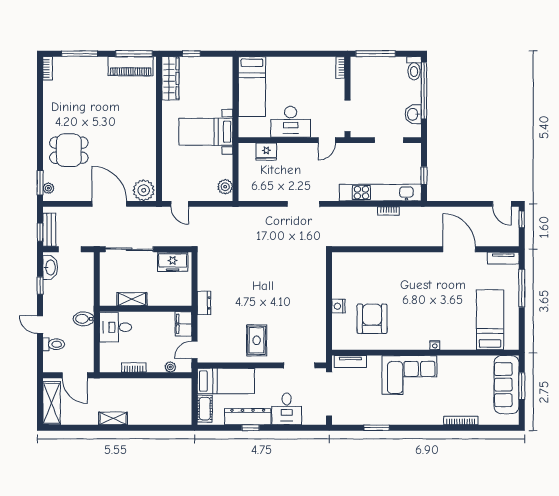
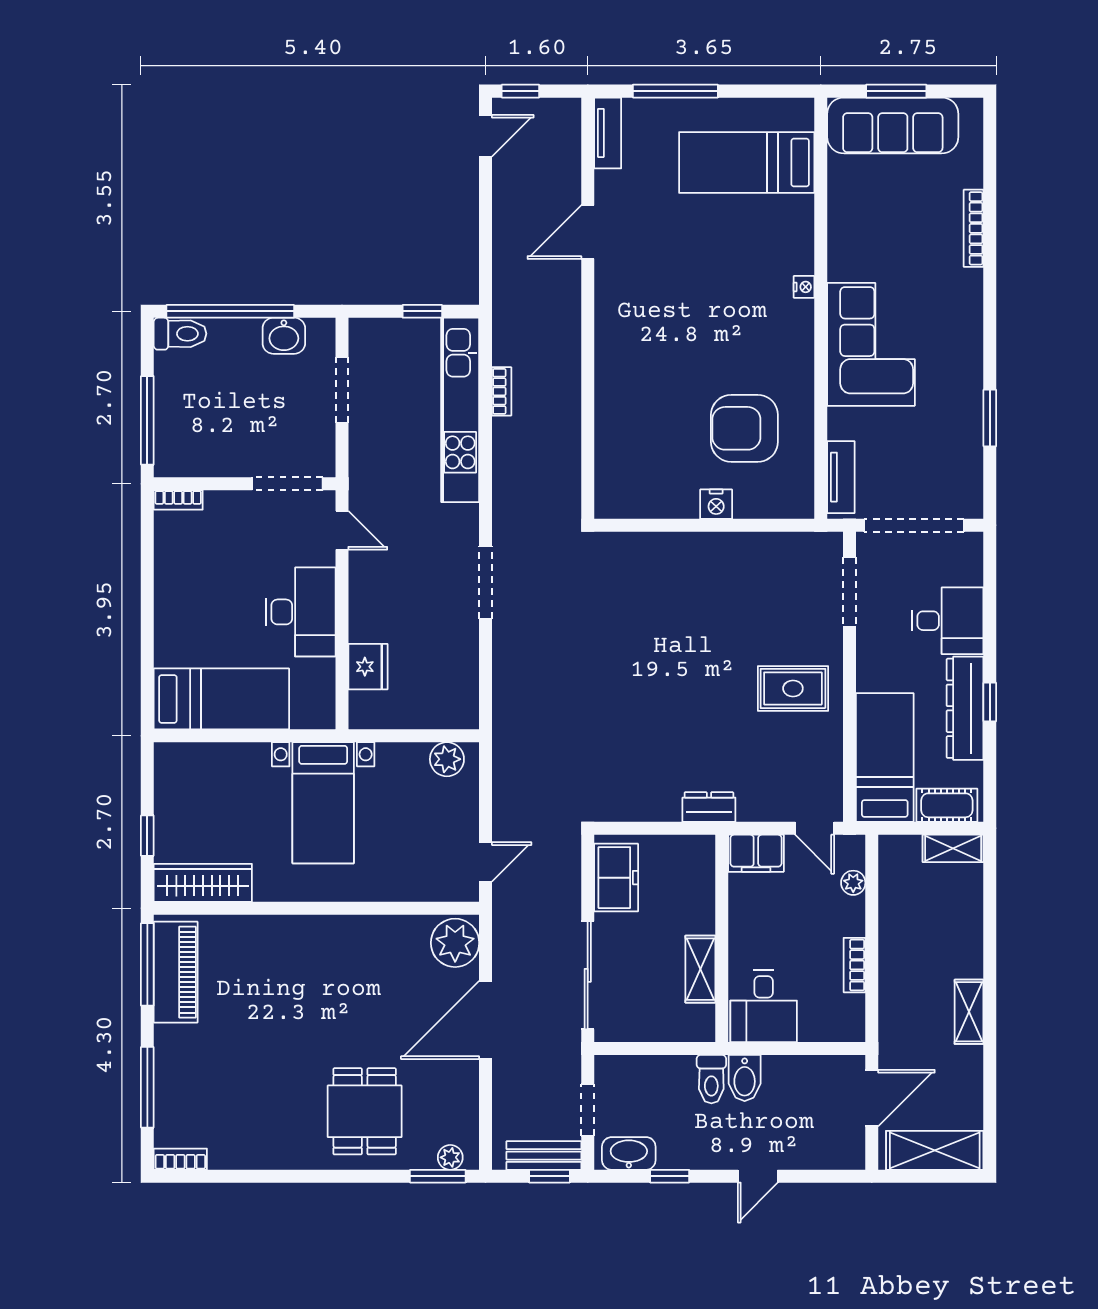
door: (459, 249) -> (588, 232), width x0.73
toilet: (54, 344) -> (711, 1079), moved, turned 180
shelving: (186, 411) -> (953, 848), added

